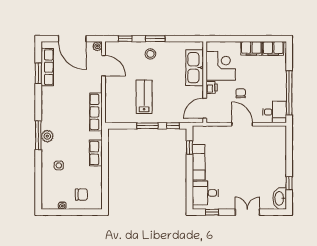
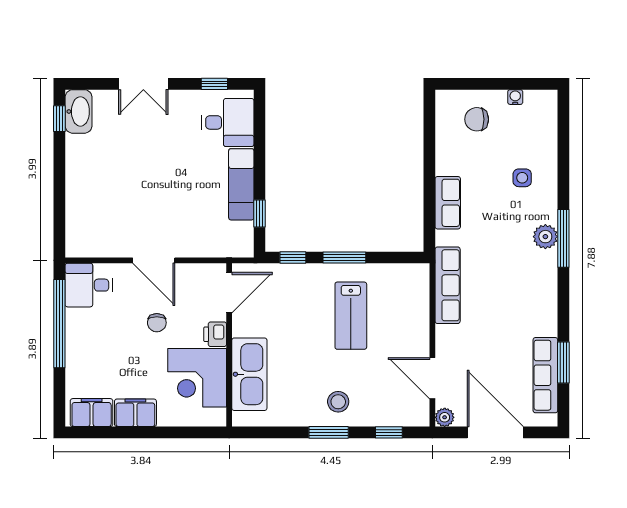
window: (289, 183) -> (59, 119), moved

